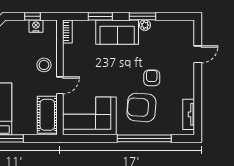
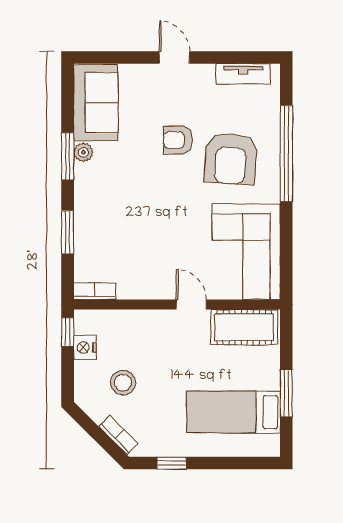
window: (32, 16) -> (68, 332), moved
sofa: (117, 32) -> (96, 103), moved
door: (198, 54) -> (174, 58), moved
stool: (44, 65) -> (123, 383), moved

